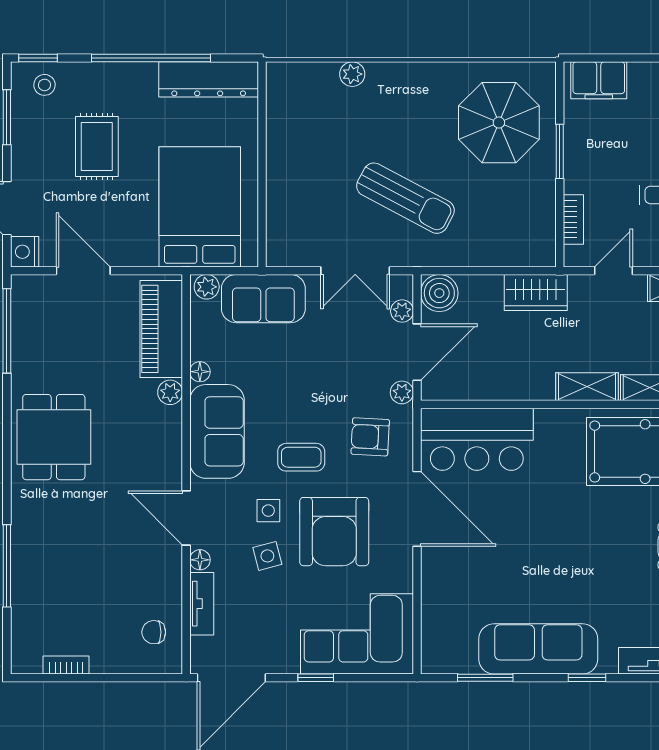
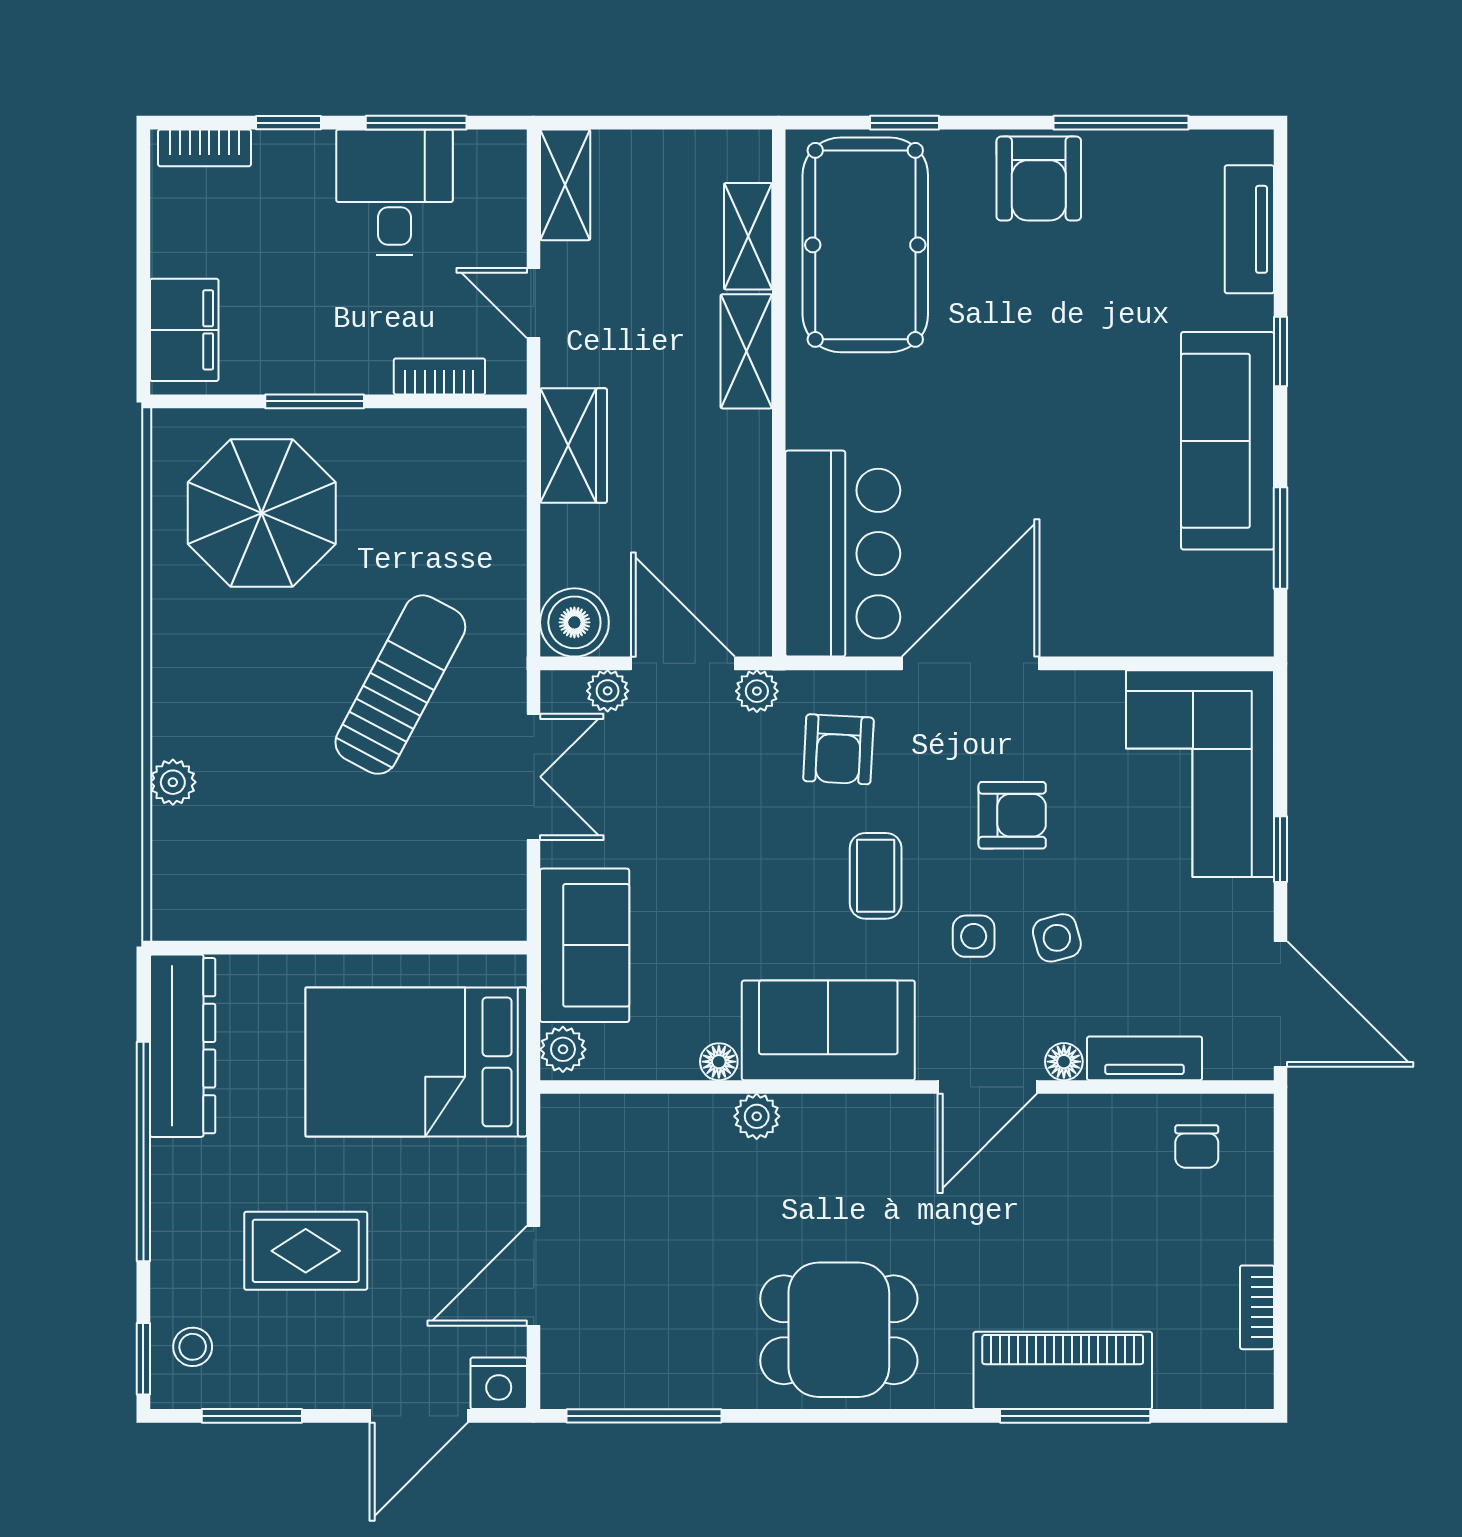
piano: (161, 329) -> (1063, 1370), moved, turned 180
armchair: (334, 532) -> (1012, 815), width x0.53, depth x0.53

